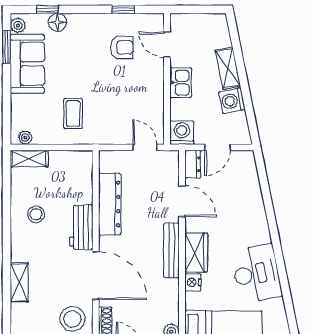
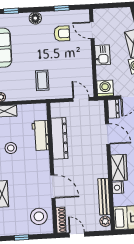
floor lamp: (58, 22) -> (35, 18), moved
coffee table: (73, 113) -> (42, 80), moved
workbench: (81, 227) -> (40, 135), moved
bench: (172, 250) -> (104, 197), moved
door: (96, 276) -> (53, 187), width x0.73

